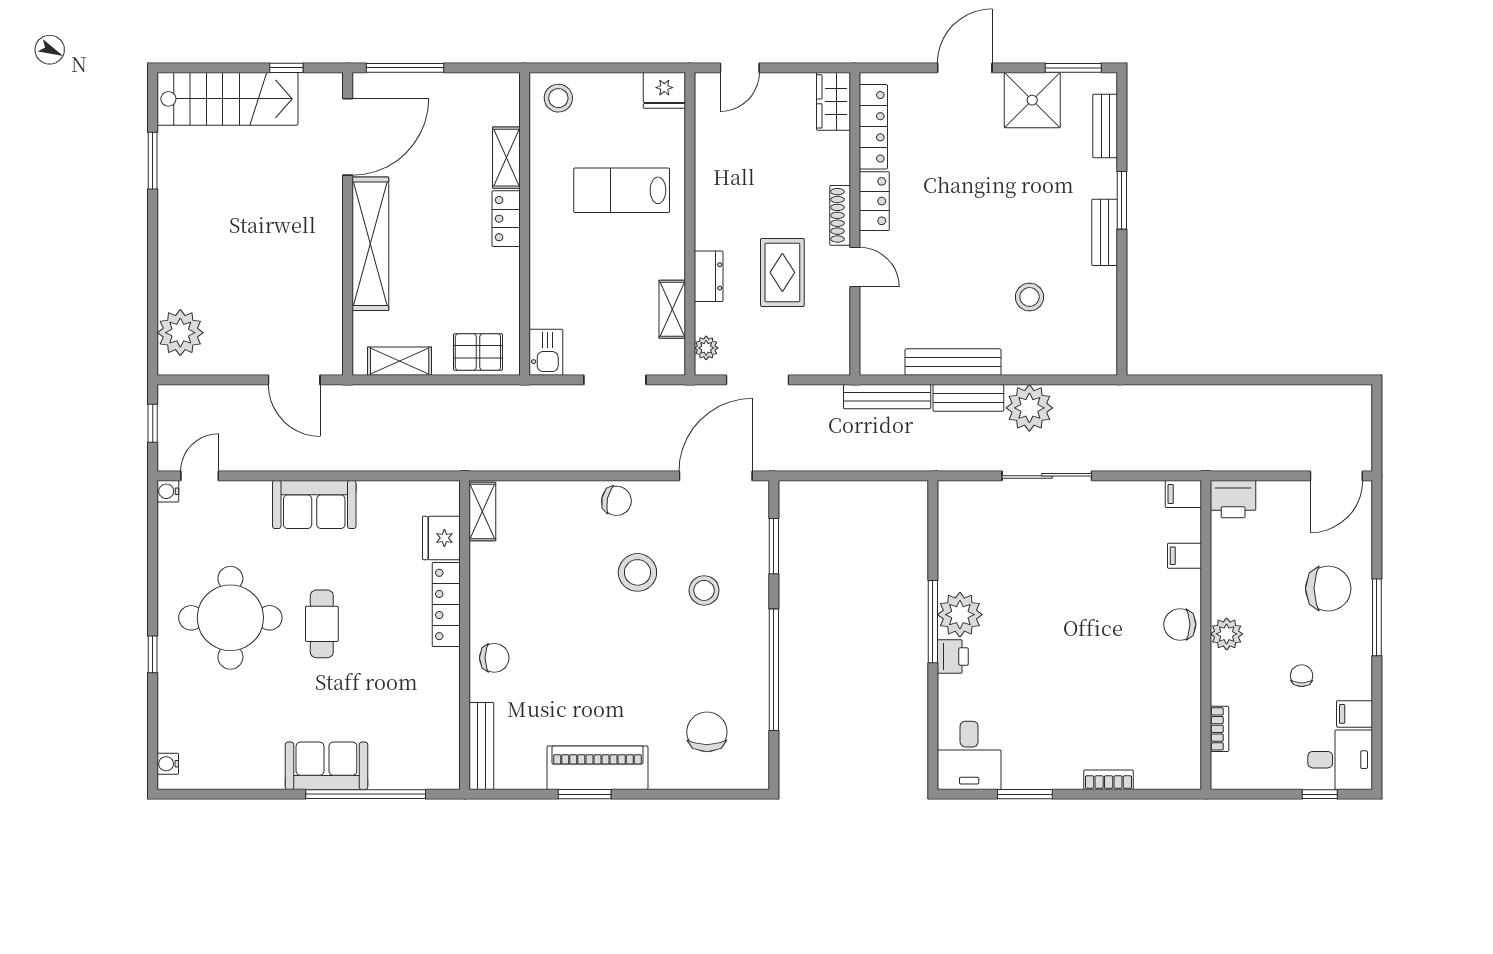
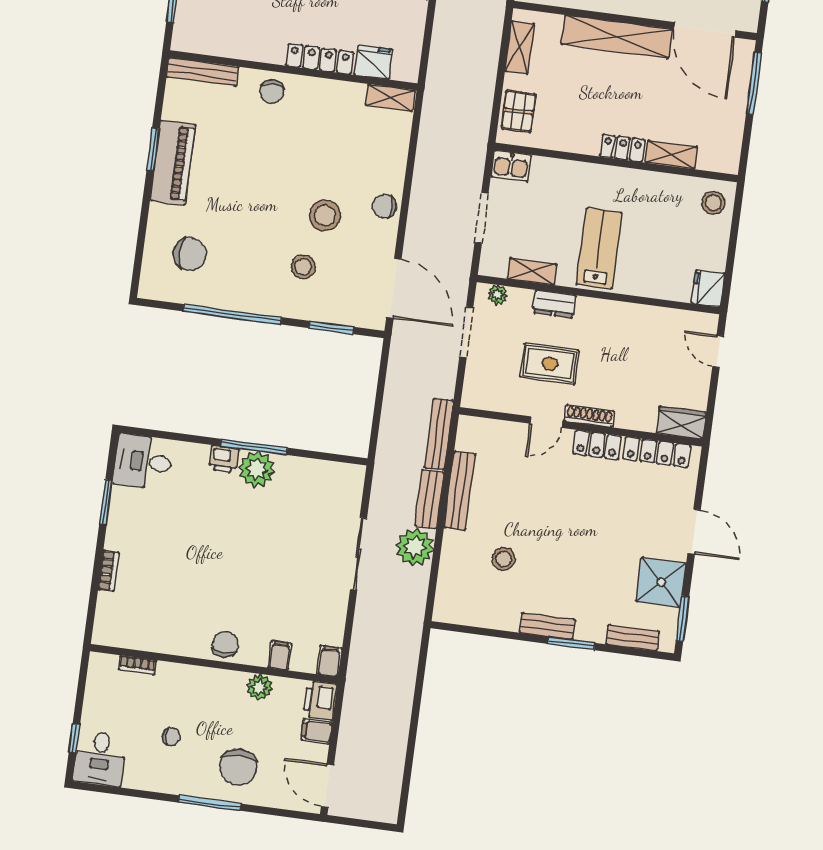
lab bench: (622, 190) -> (599, 248), moved
chair: (616, 501) -> (384, 206), turned 78
plant: (1227, 634) -> (259, 687), moved
filing cabinet: (1355, 714) -> (316, 731), moved, turned -90

